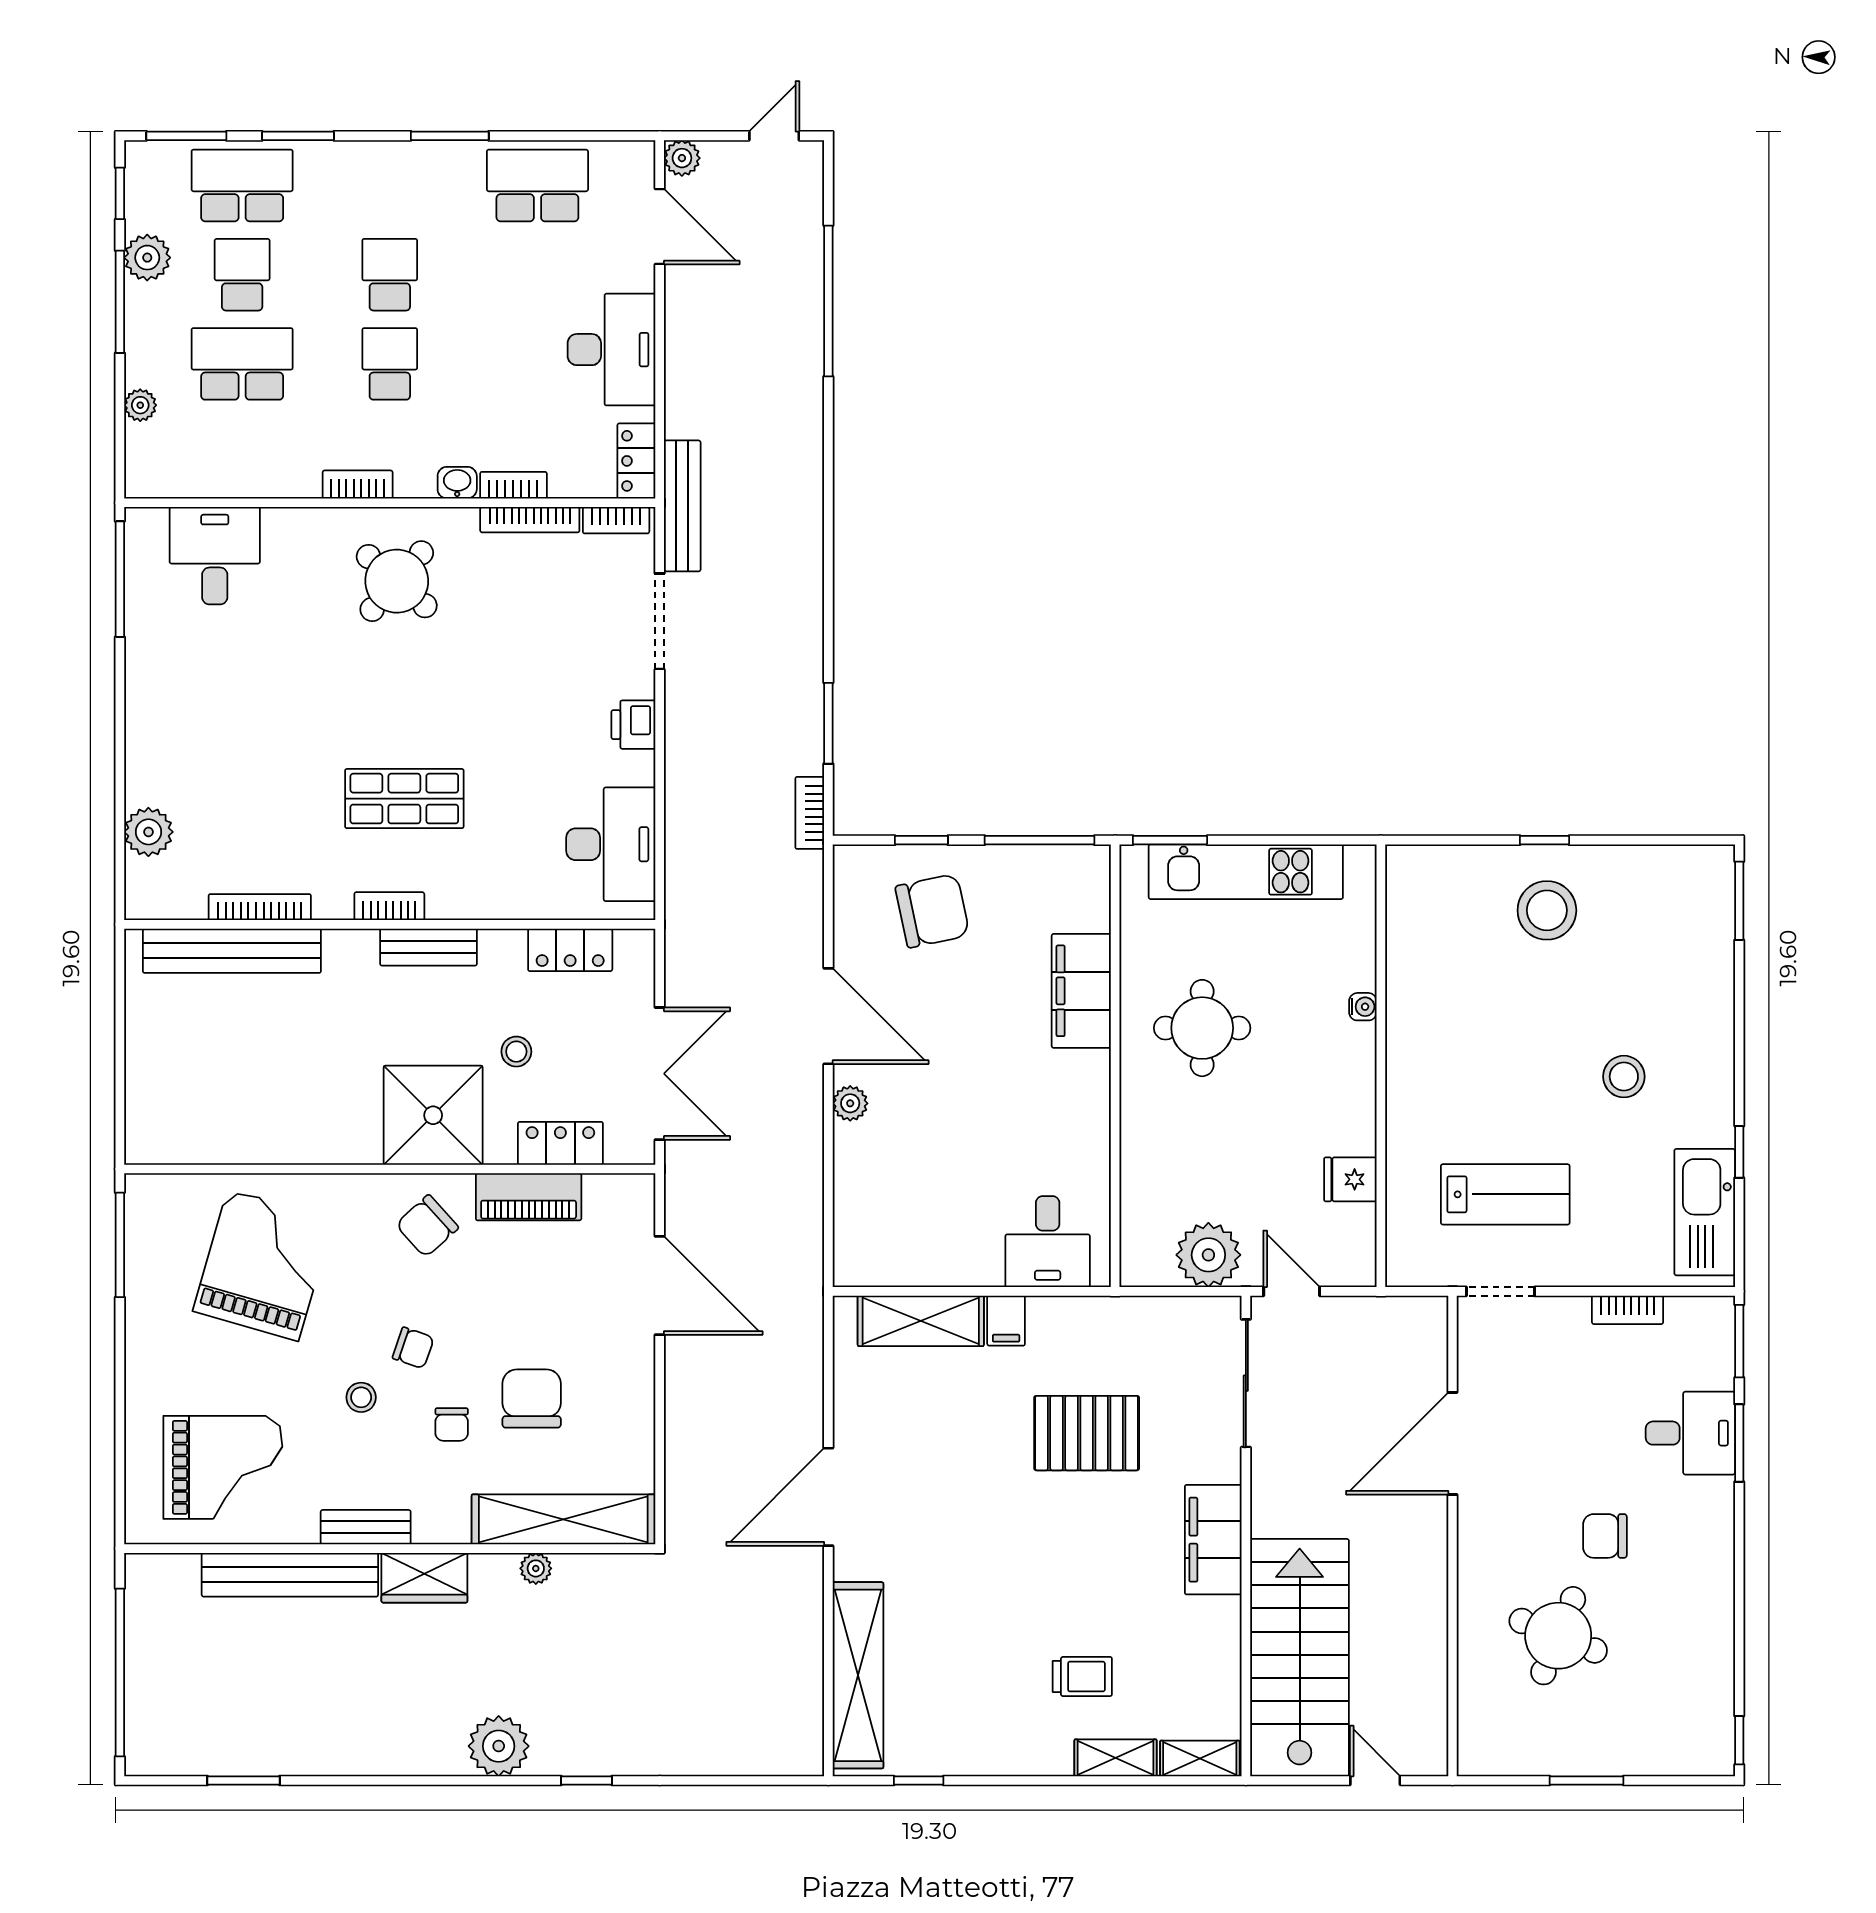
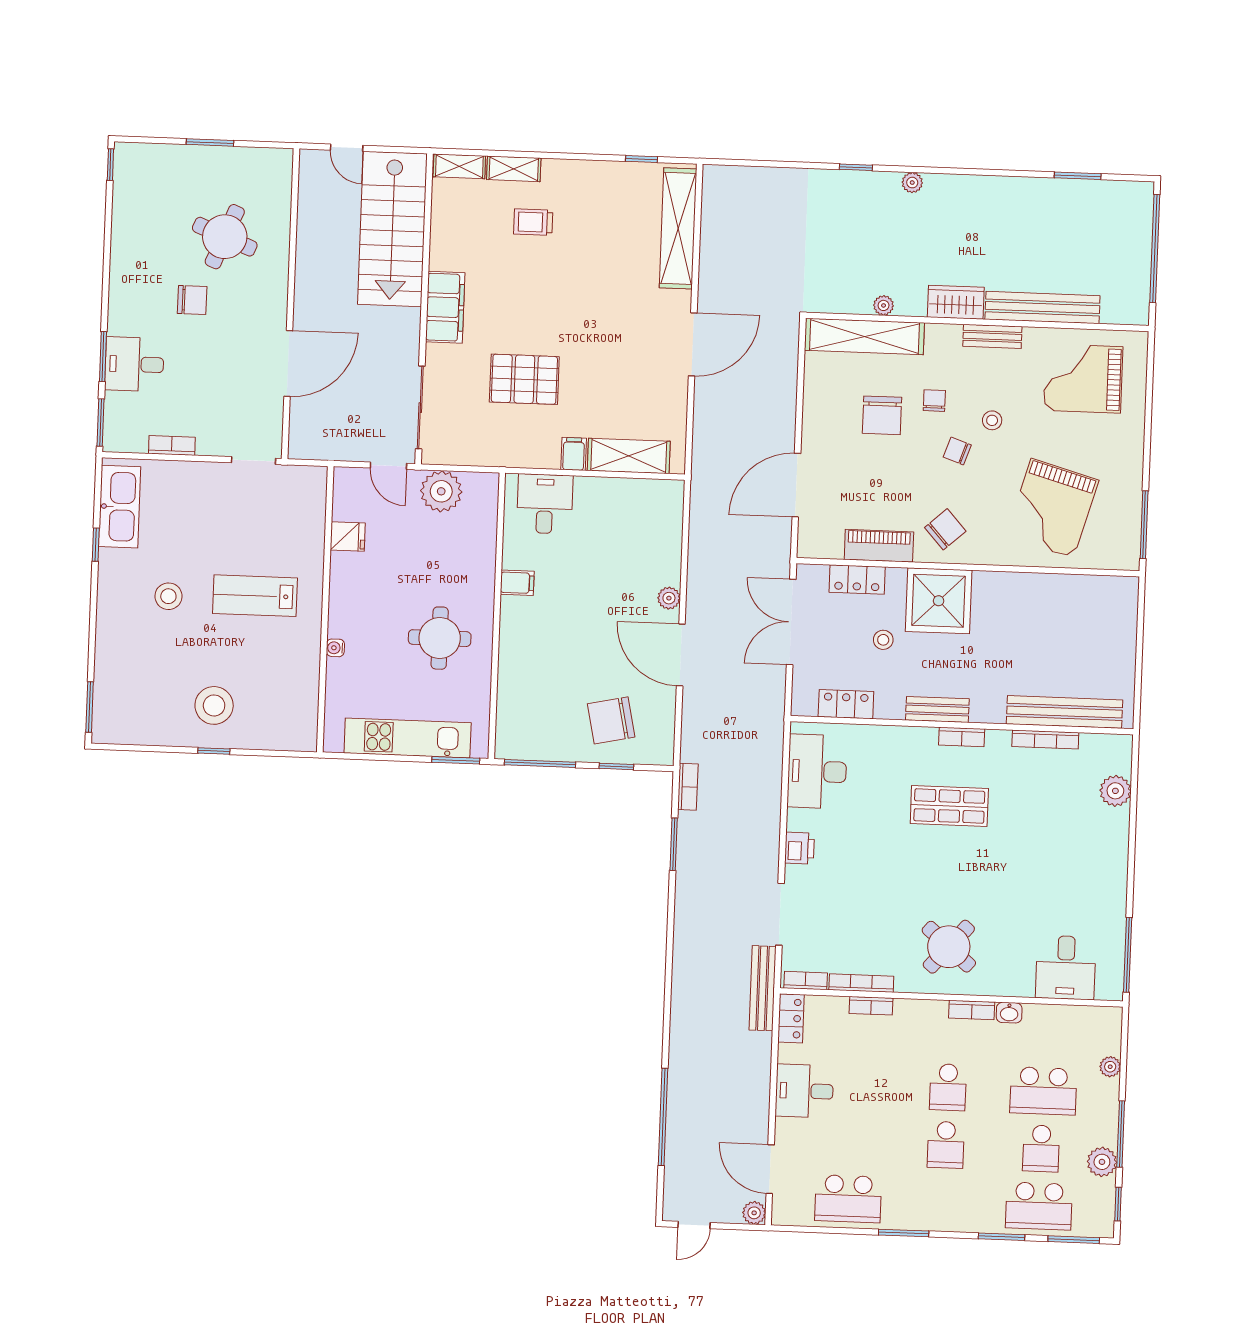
desk: (612, 350) -> (804, 1091), width x0.73
washbasin: (457, 483) -> (1009, 1013), moved
filing cabinet: (1081, 991) -> (517, 583), moved, width x0.33, depth x0.86
lab bench: (1505, 1194) -> (255, 596), moved
door: (660, 1285) -> (796, 485), hinge flipped
plant: (499, 1746) -> (912, 183), width x0.53, depth x0.53

